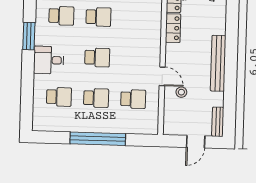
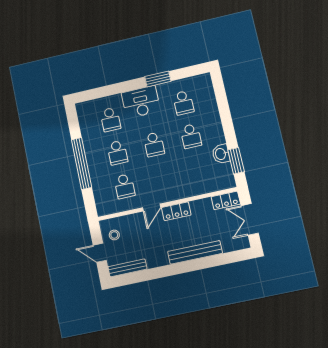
locker: (173, 28) -> (176, 211), moved
desk: (49, 60) -> (141, 102), width x1.37
bench: (218, 63) -> (195, 252), moved
stool: (181, 92) -> (114, 235), moved
bench: (218, 122) -> (127, 268), width x1.36

